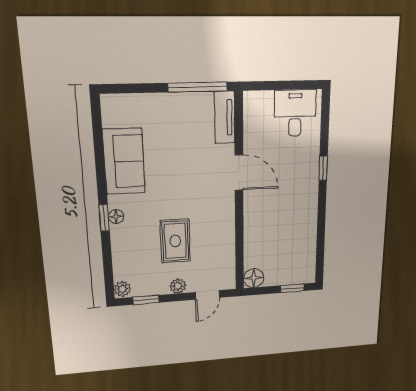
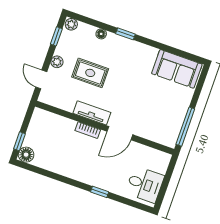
tv unit: (225, 117) -> (92, 113), moved
sofa: (124, 161) -> (177, 69), moved
bookcase: (250, 214) -> (88, 130), added
floor lamp: (116, 217) -> (101, 34), moved
floor lamp: (254, 278) -> (26, 155), moved

